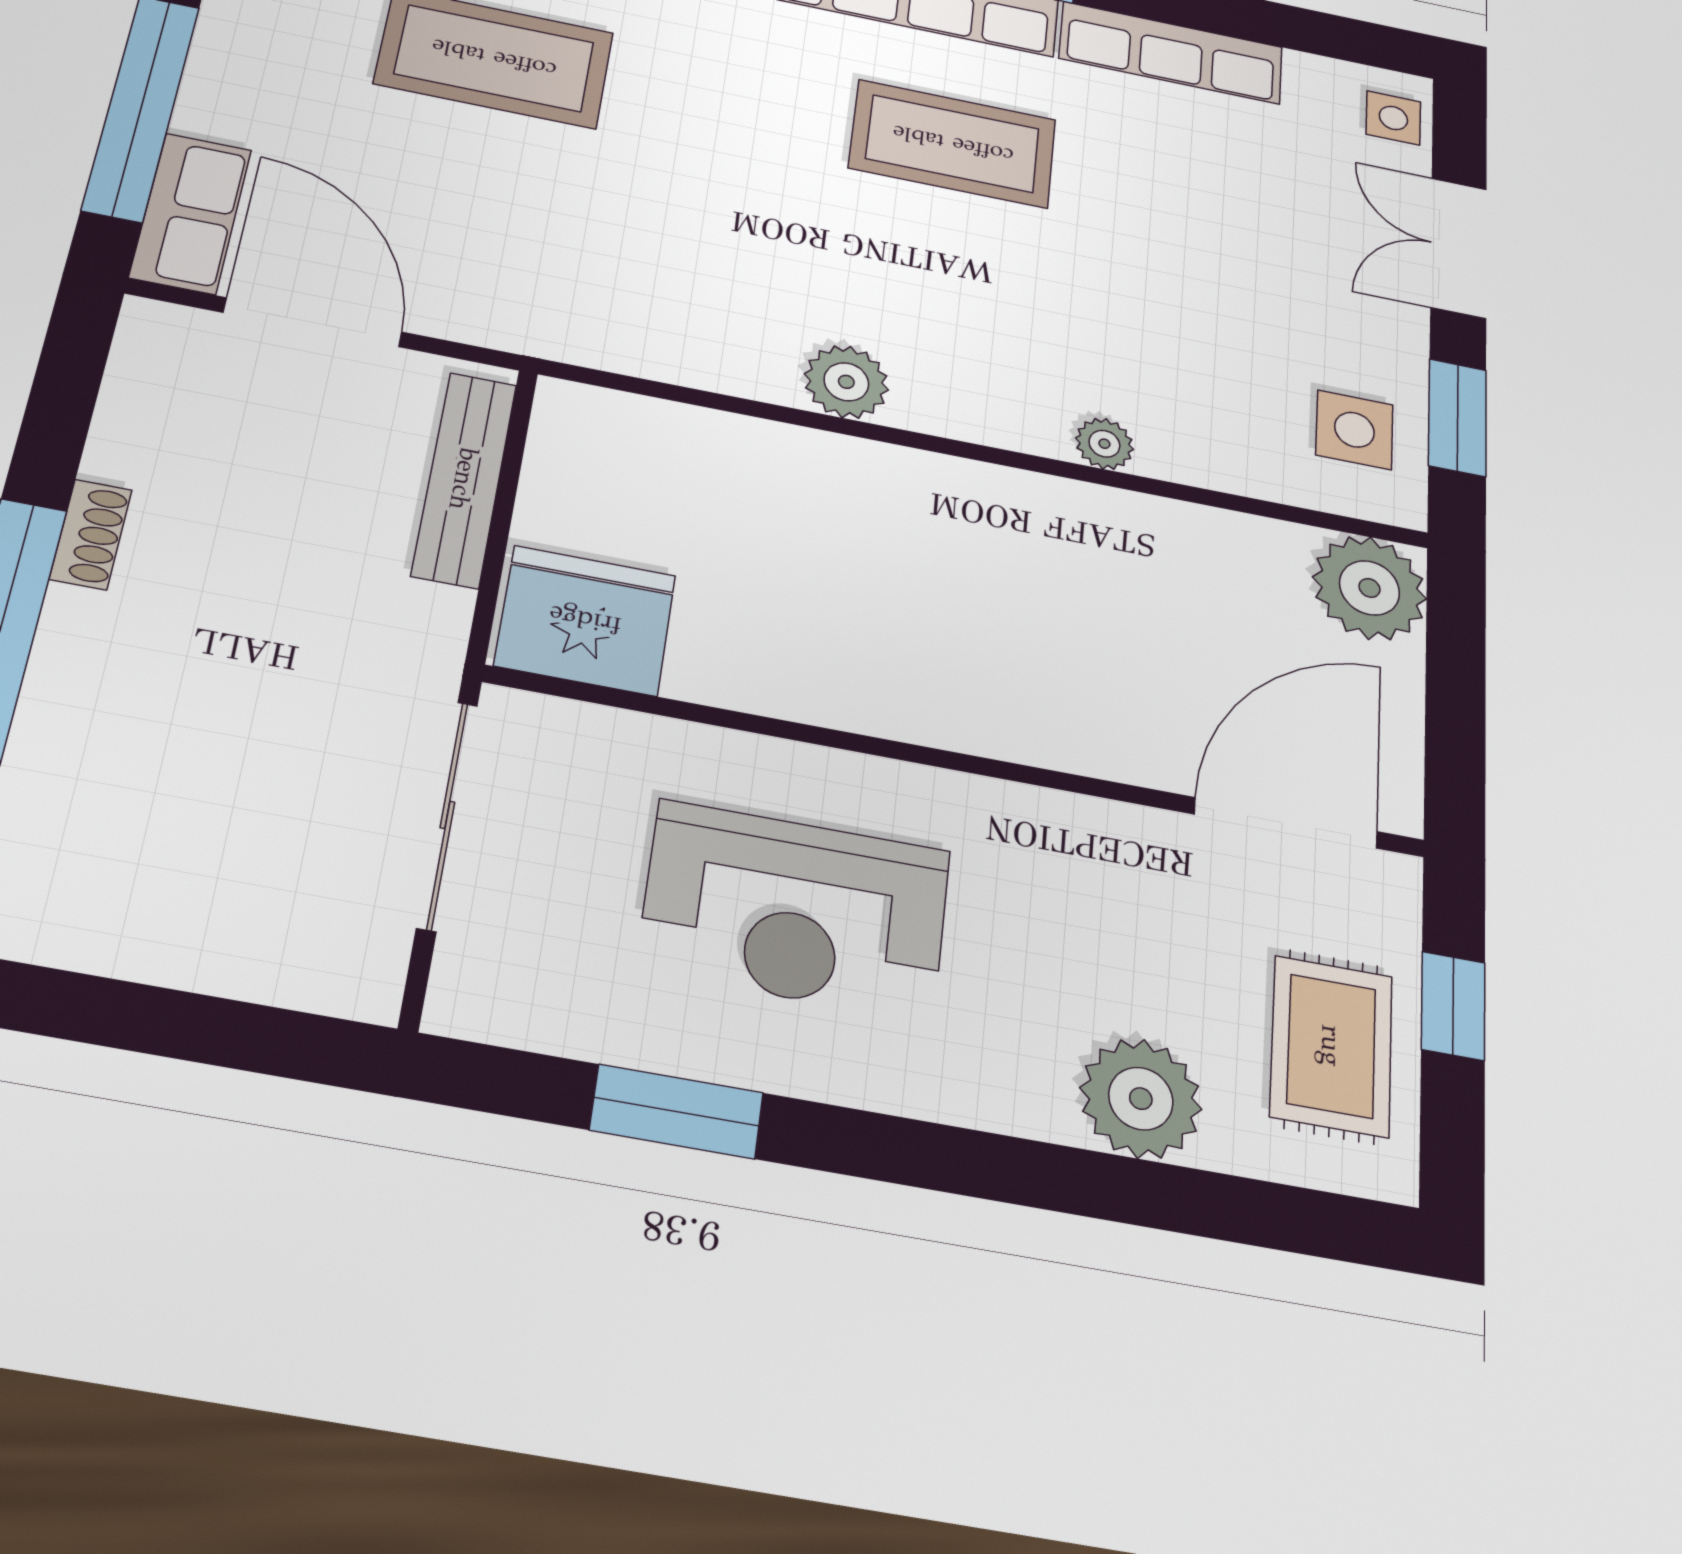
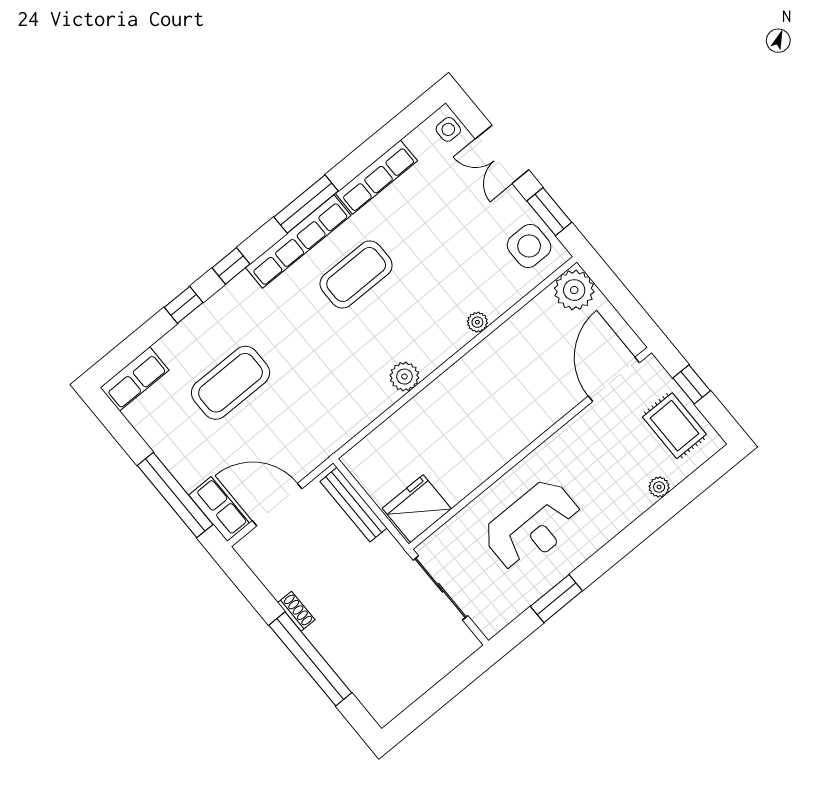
side table: (1354, 430) -> (529, 246), width x1.37, depth x1.37
plant: (1141, 1099) -> (659, 487), width x0.53, depth x0.53

